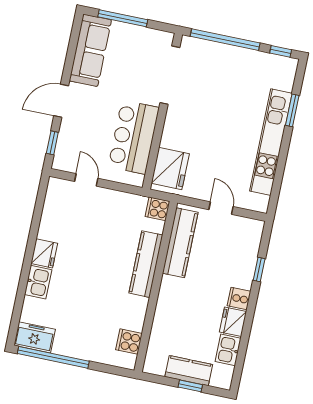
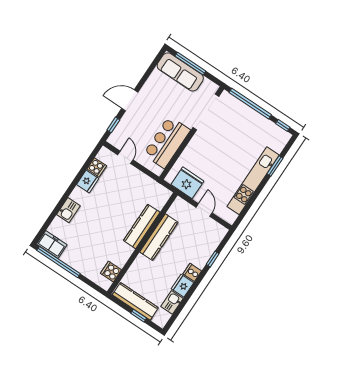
sofa: (90, 50) -> (180, 72), moved, turned 90
fridge: (170, 168) -> (187, 183), moved, turned -90
cooker: (157, 209) -> (97, 167), moved, turned 180
kitchen counter: (180, 243) -> (159, 237), moved
fridge: (44, 253) -> (88, 181), moved
kitchen counter: (189, 371) -> (135, 301), width x1.50

